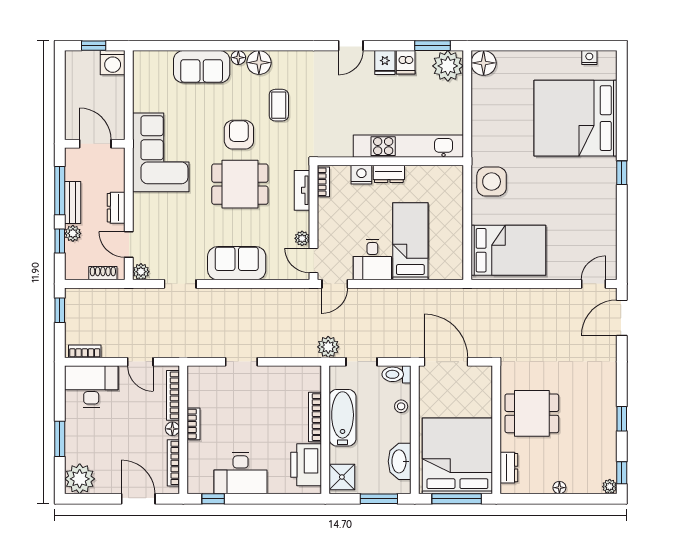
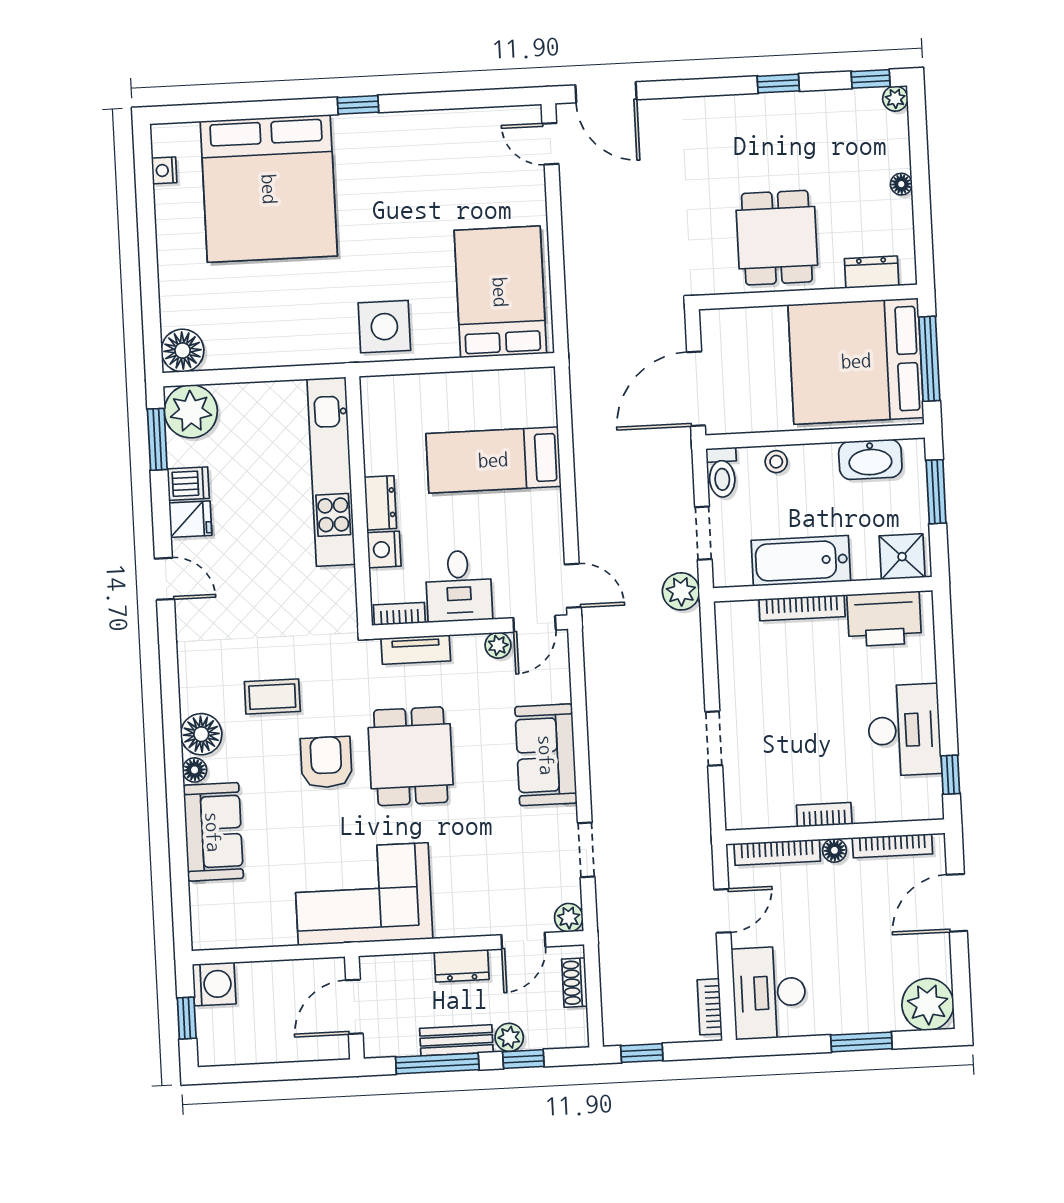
armchair: (239, 135) -> (326, 762), turned 90
desk: (372, 260) -> (459, 586), moved, turned 90

